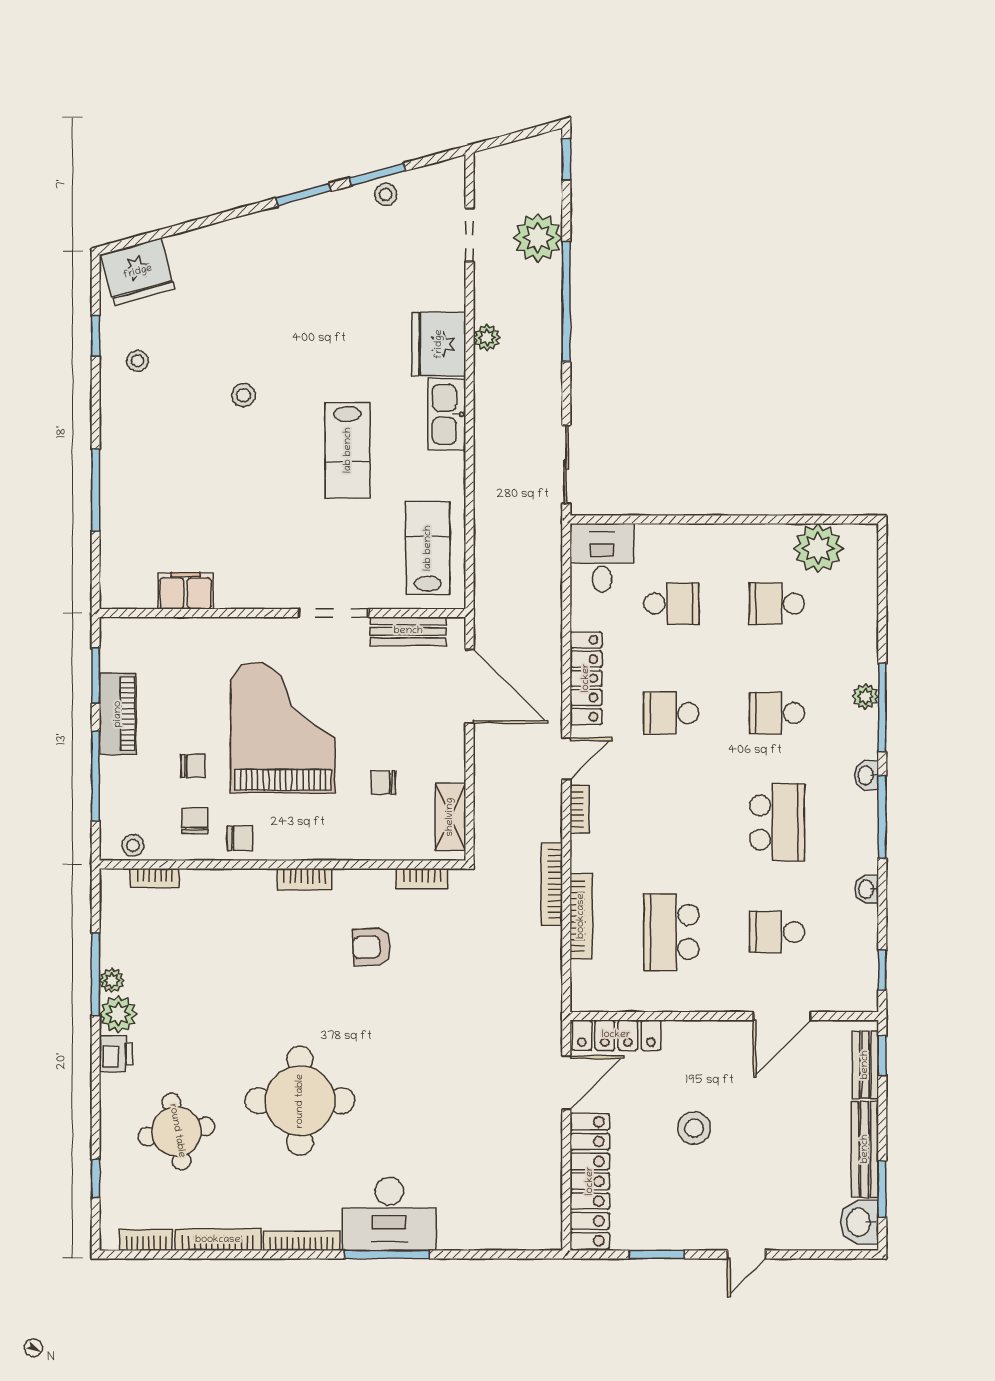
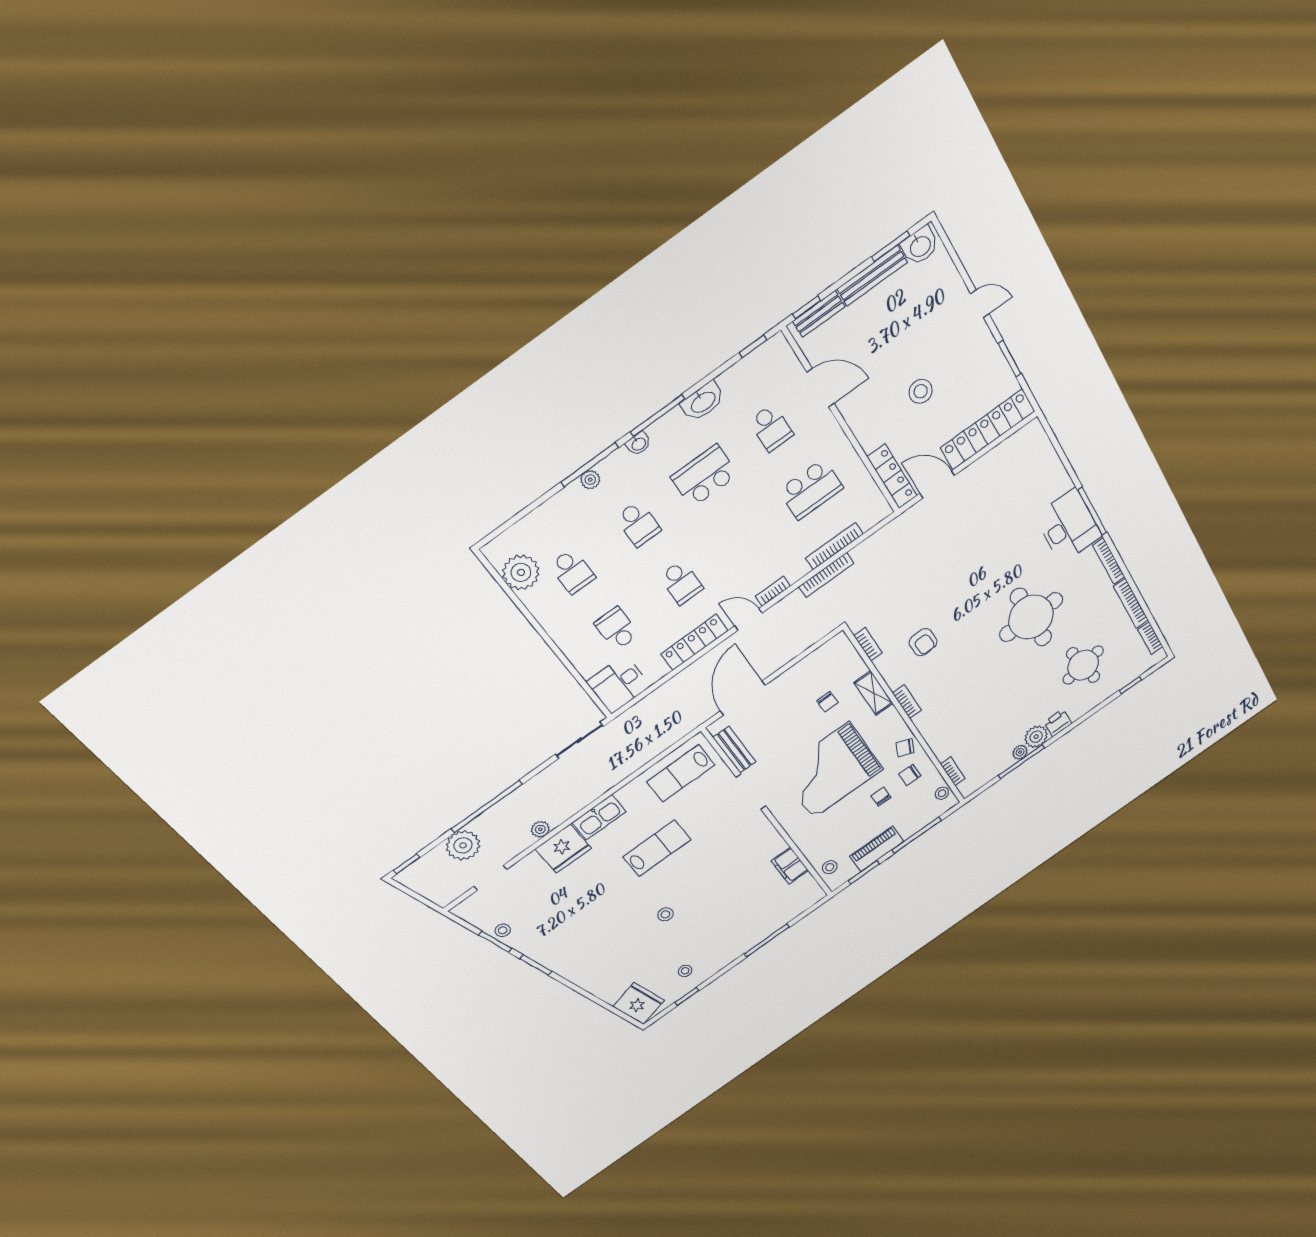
stool: (141, 638) -> (830, 867), added
shelving: (450, 817) -> (873, 693), moved, turned 90
chair: (240, 838) -> (905, 748), turned -67
washbasin: (867, 889) -> (703, 402), width x1.91, depth x1.45

